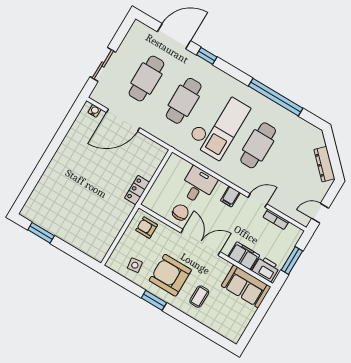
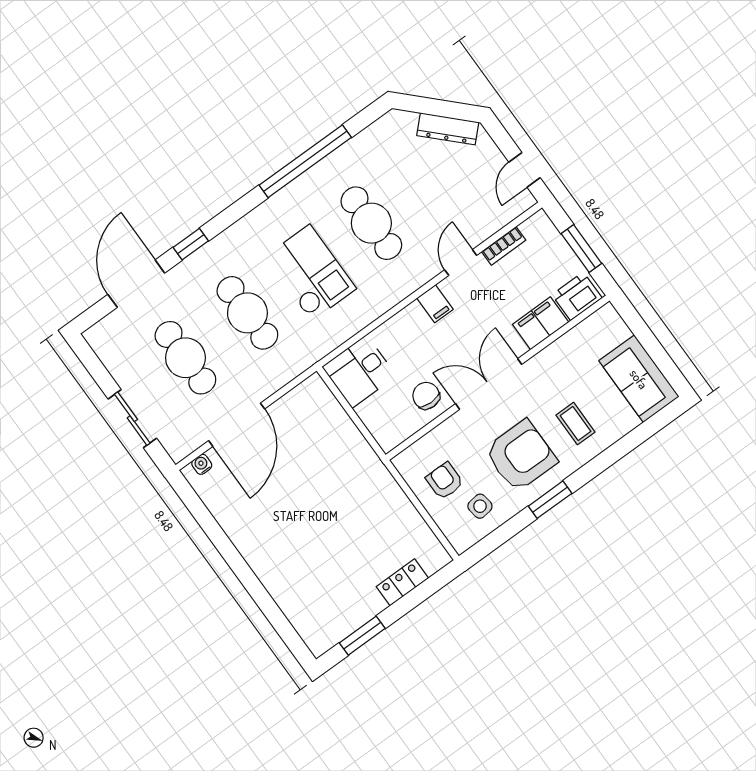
checkout: (219, 125) -> (311, 273), width x0.73, depth x0.83
desk: (198, 185) -> (359, 371), moved, turned -90
locker: (137, 190) -> (402, 582), moved, turned 90
armchair: (147, 228) -> (445, 481), moved, turned 90
armchair: (170, 275) -> (521, 456), turned 180
sofa: (246, 286) -> (639, 379), moved, turned 90

